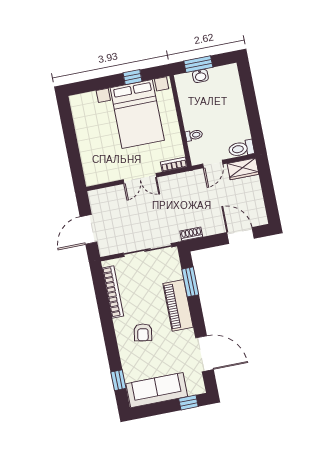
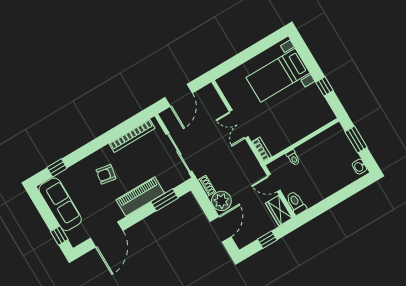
washbasin: (200, 76) -> (359, 167), moved
bed with nightstands: (137, 114) -> (278, 75), moved, width x0.73
window: (268, 191) -> (267, 240), added
plant: (212, 224) -> (221, 201), added
door: (89, 229) -> (179, 95), swing flipped

